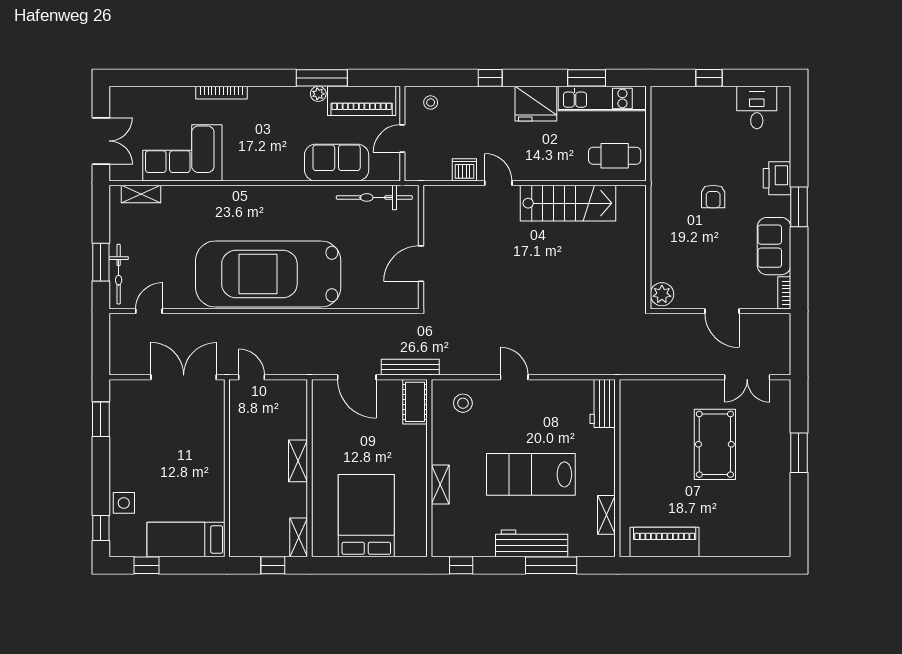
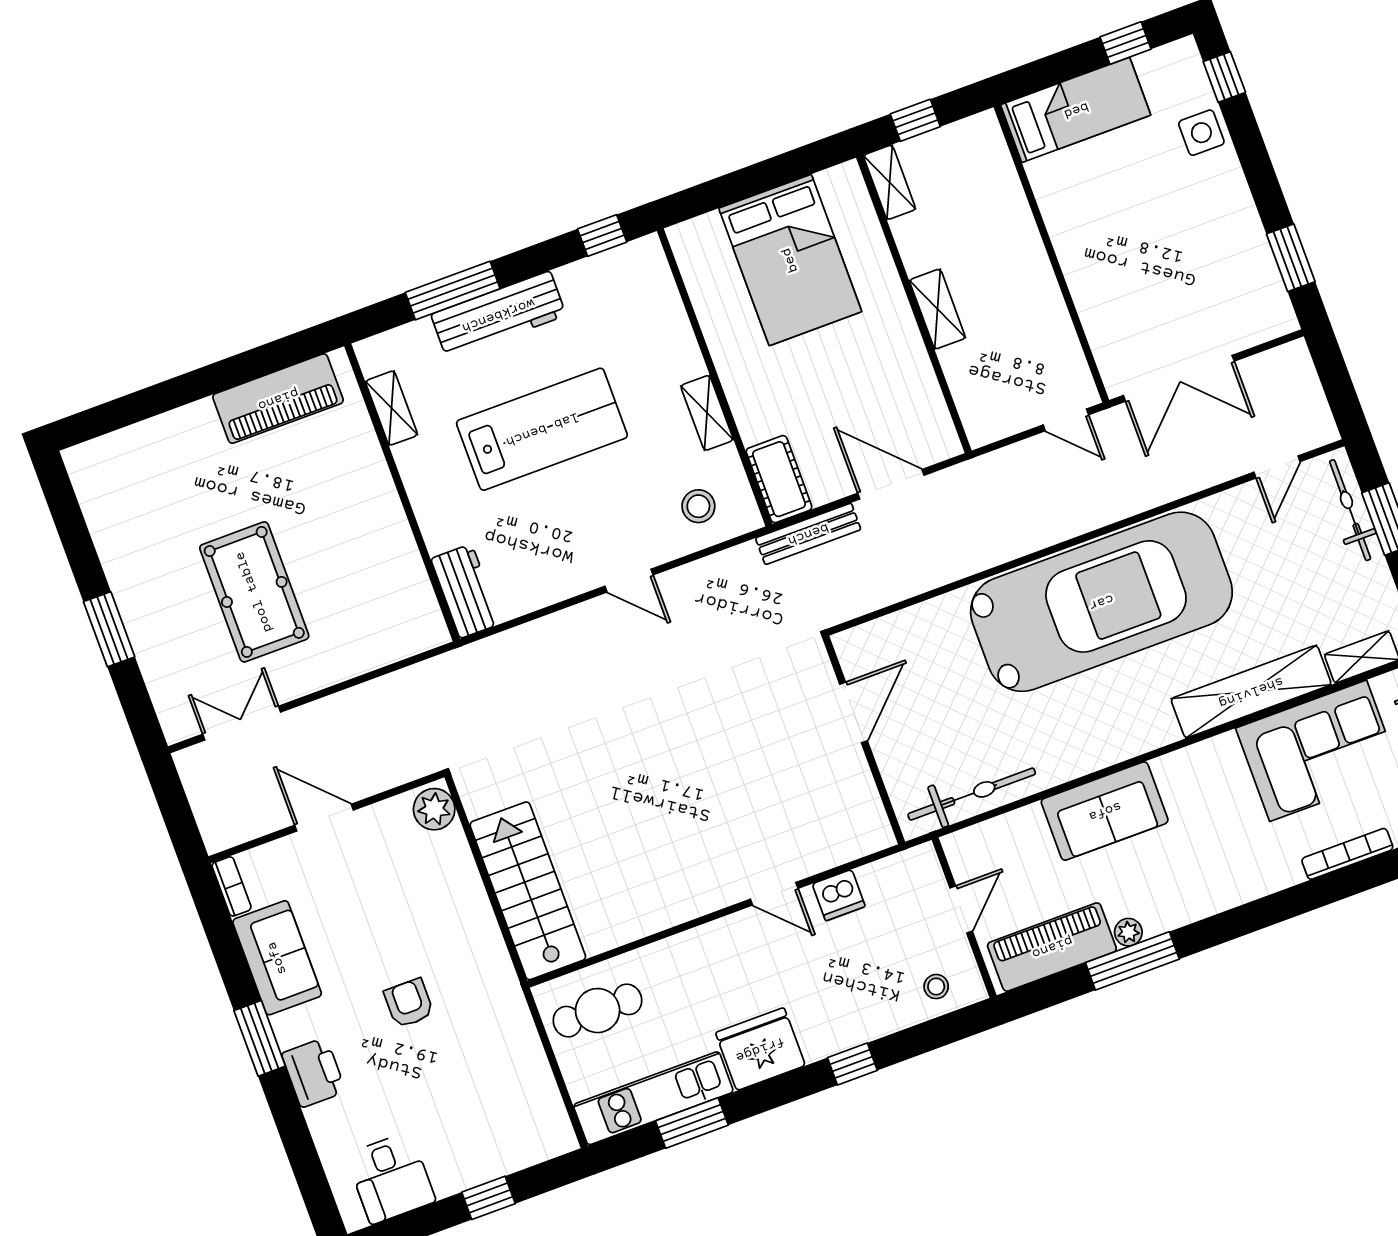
bookcase: (221, 93) -> (1347, 854), moved
sofa: (337, 163) -> (1105, 811), moved
shelving: (206, 197) -> (1251, 692), added
stairs: (568, 203) -> (528, 891), moved, turned 90
shelving: (440, 484) -> (707, 413), moved

